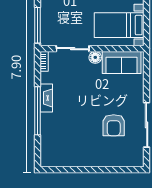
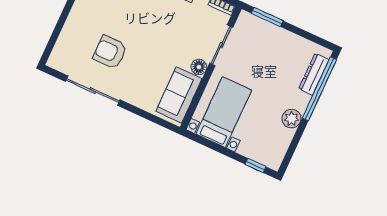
window: (38, 25) -> (267, 17), width x0.69

